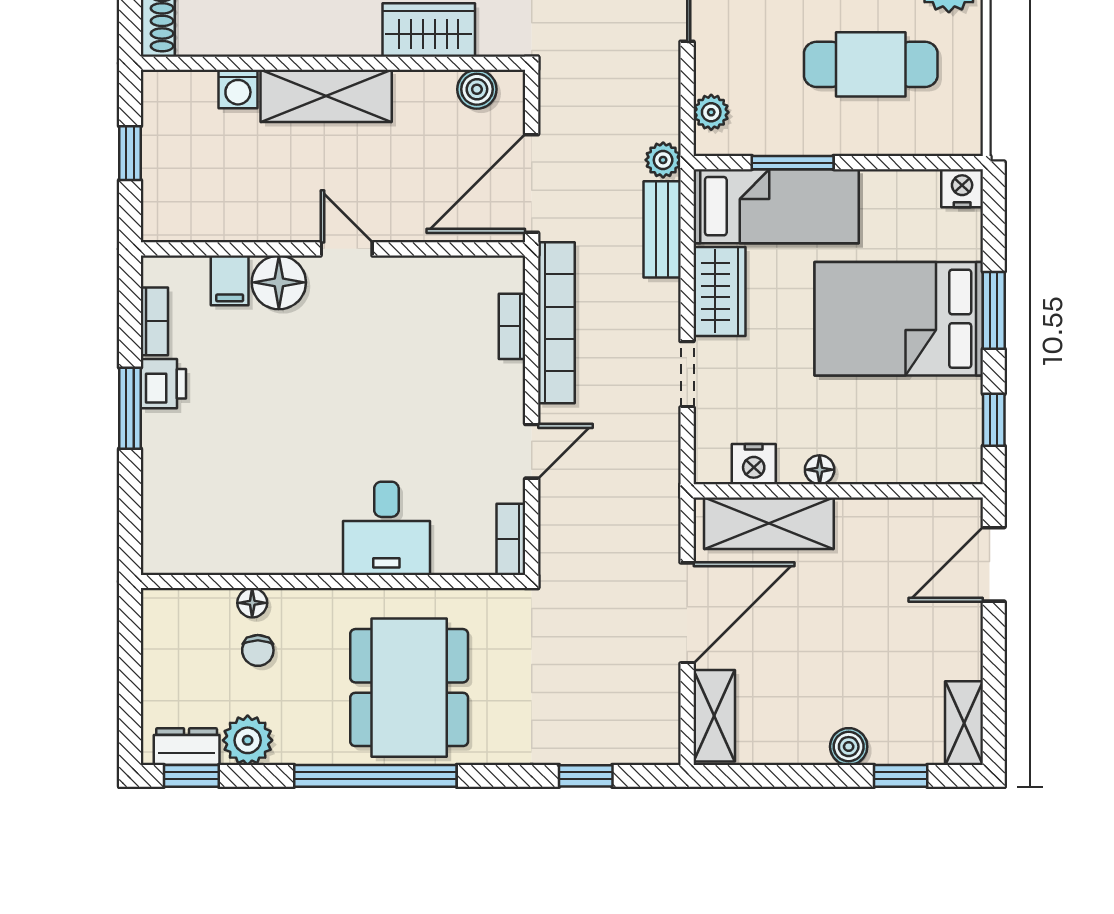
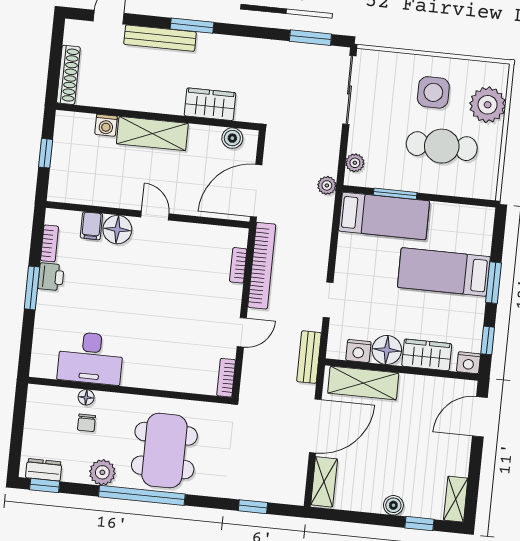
nightstand: (962, 188) -> (468, 363), moved, turned 180
bench: (662, 229) -> (309, 357), moved
wardrobe: (719, 291) -> (427, 355), moved, turned -90
bed: (899, 319) -> (444, 272), width x0.67
floor lamp: (820, 470) -> (387, 350), width x1.89, depth x1.89
desk: (386, 528) -> (91, 358), moved, width x1.37
plant: (248, 740) -> (102, 472), moved

